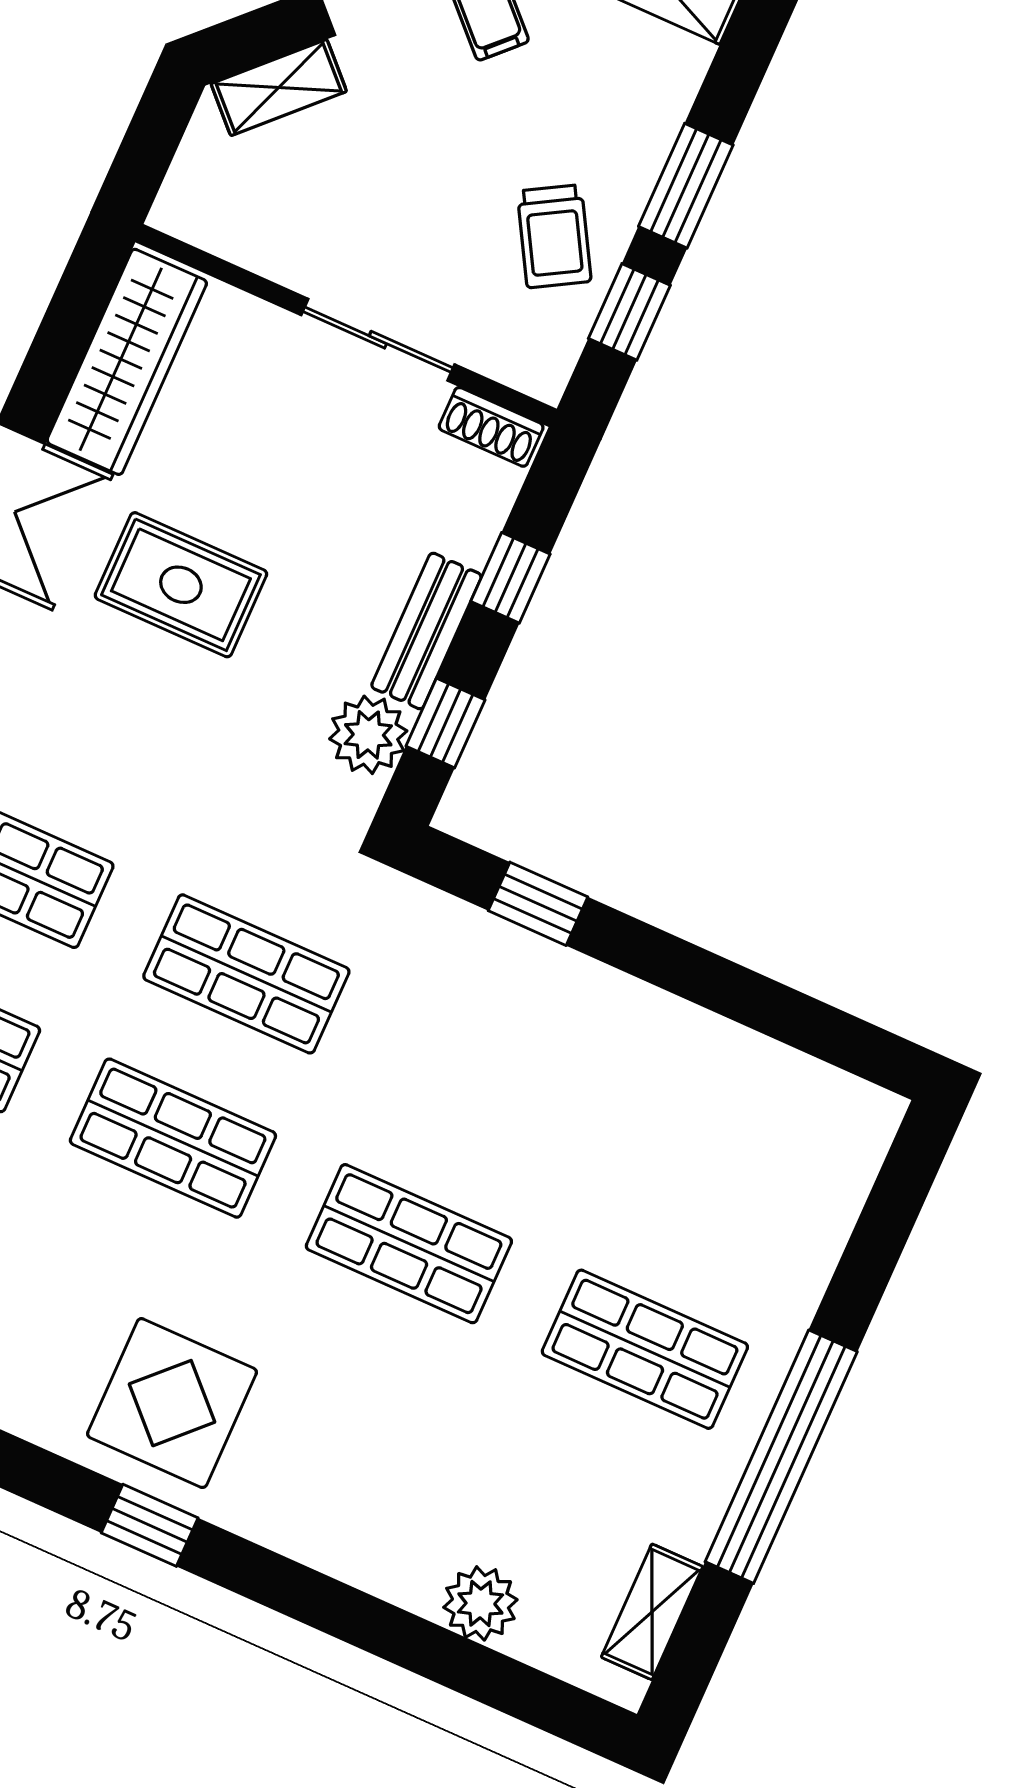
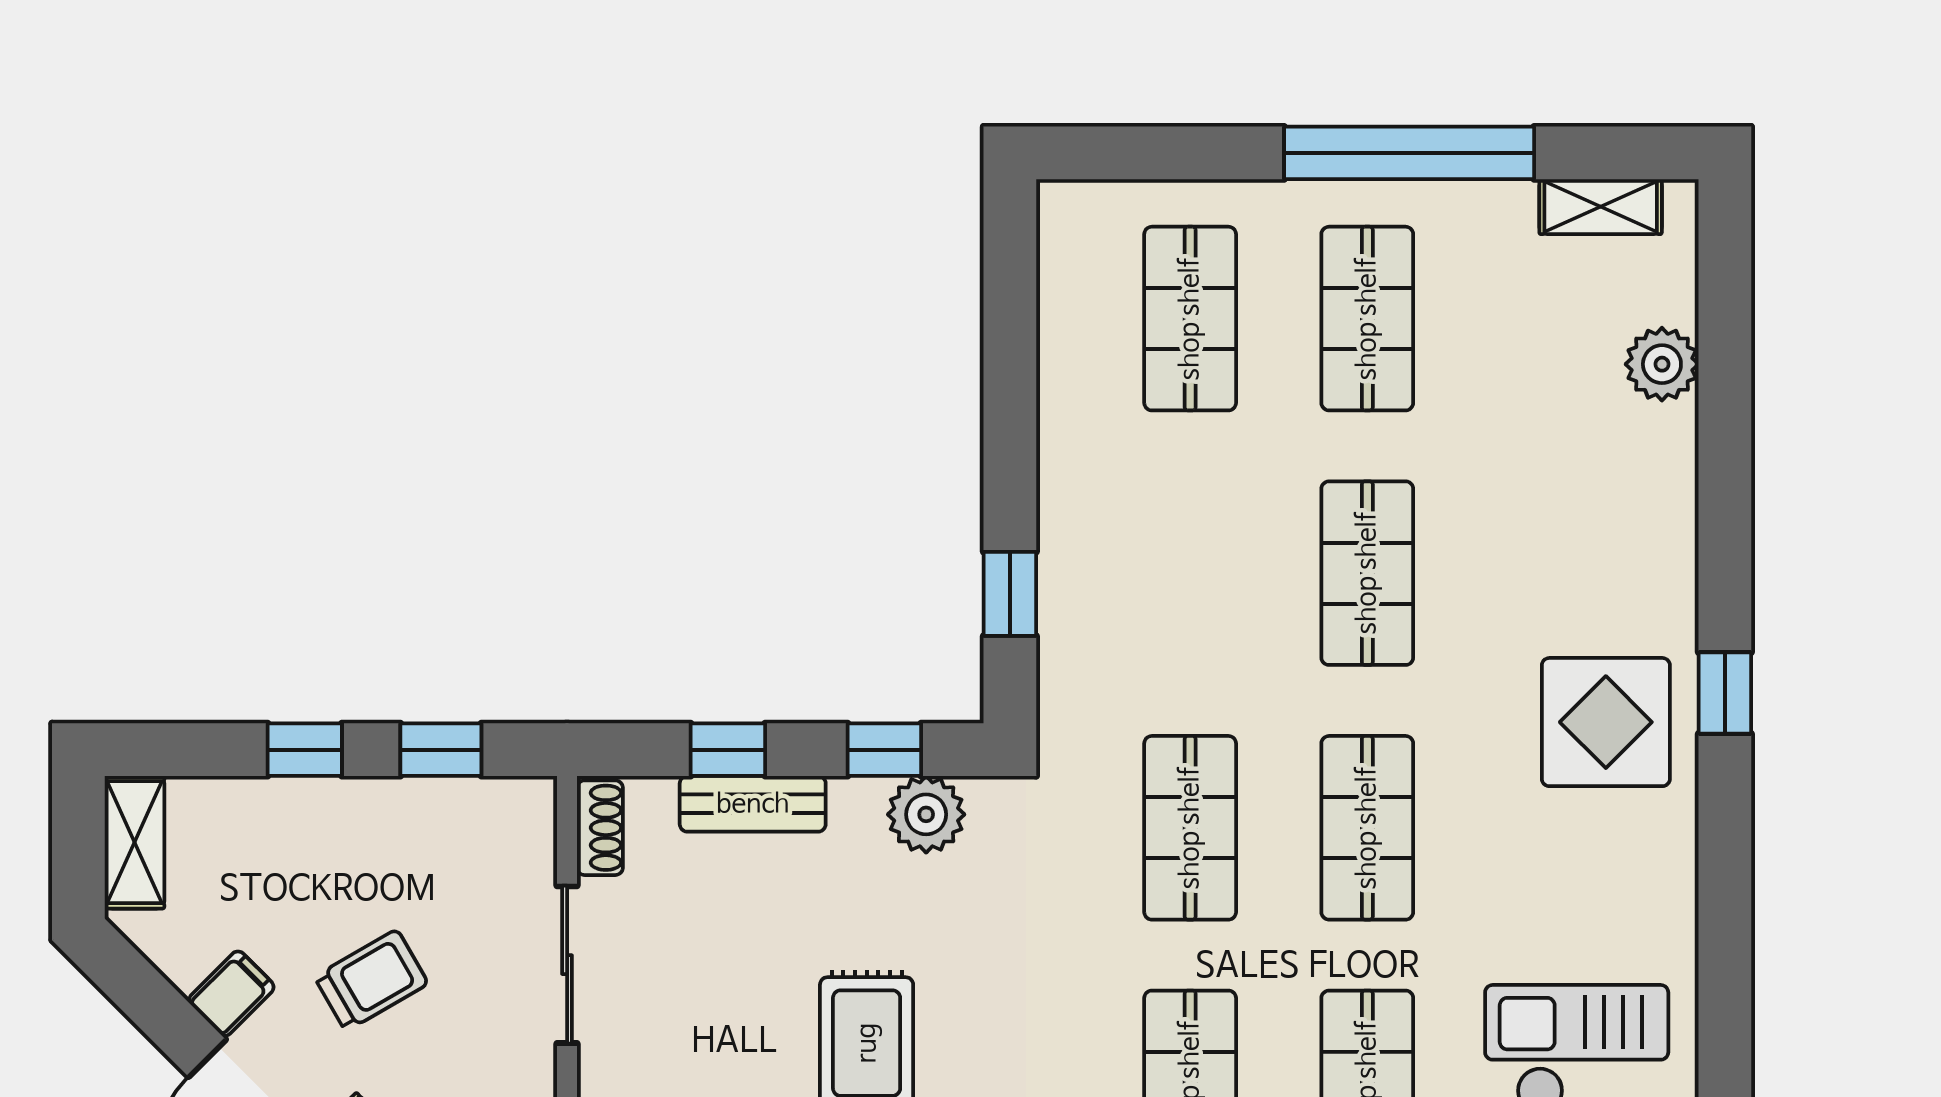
window: (686, 186) -> (305, 750), width x0.67
trolley: (554, 236) -> (371, 980), moved
bench: (426, 631) -> (753, 804), moved
shop shelf: (718, 1185) -> (1190, 319), added

